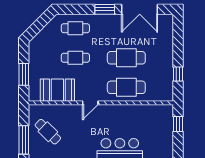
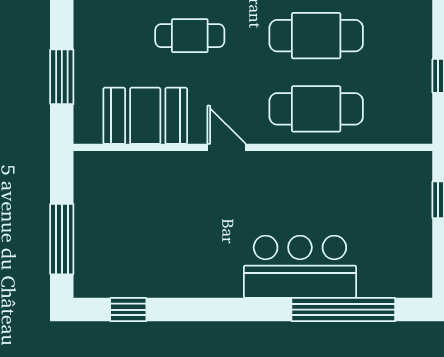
door: (90, 103) -> (227, 147), swing flipped
cafe table: (48, 132) -> (122, 219), removed

